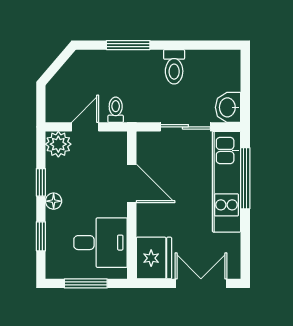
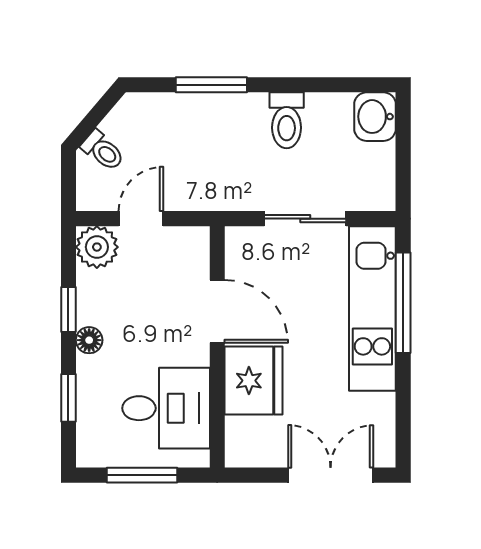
washbasin: (228, 107) -> (375, 117), moved
toilet: (116, 110) -> (103, 151), moved, turned 130
fridge: (154, 258) -> (254, 381), moved

